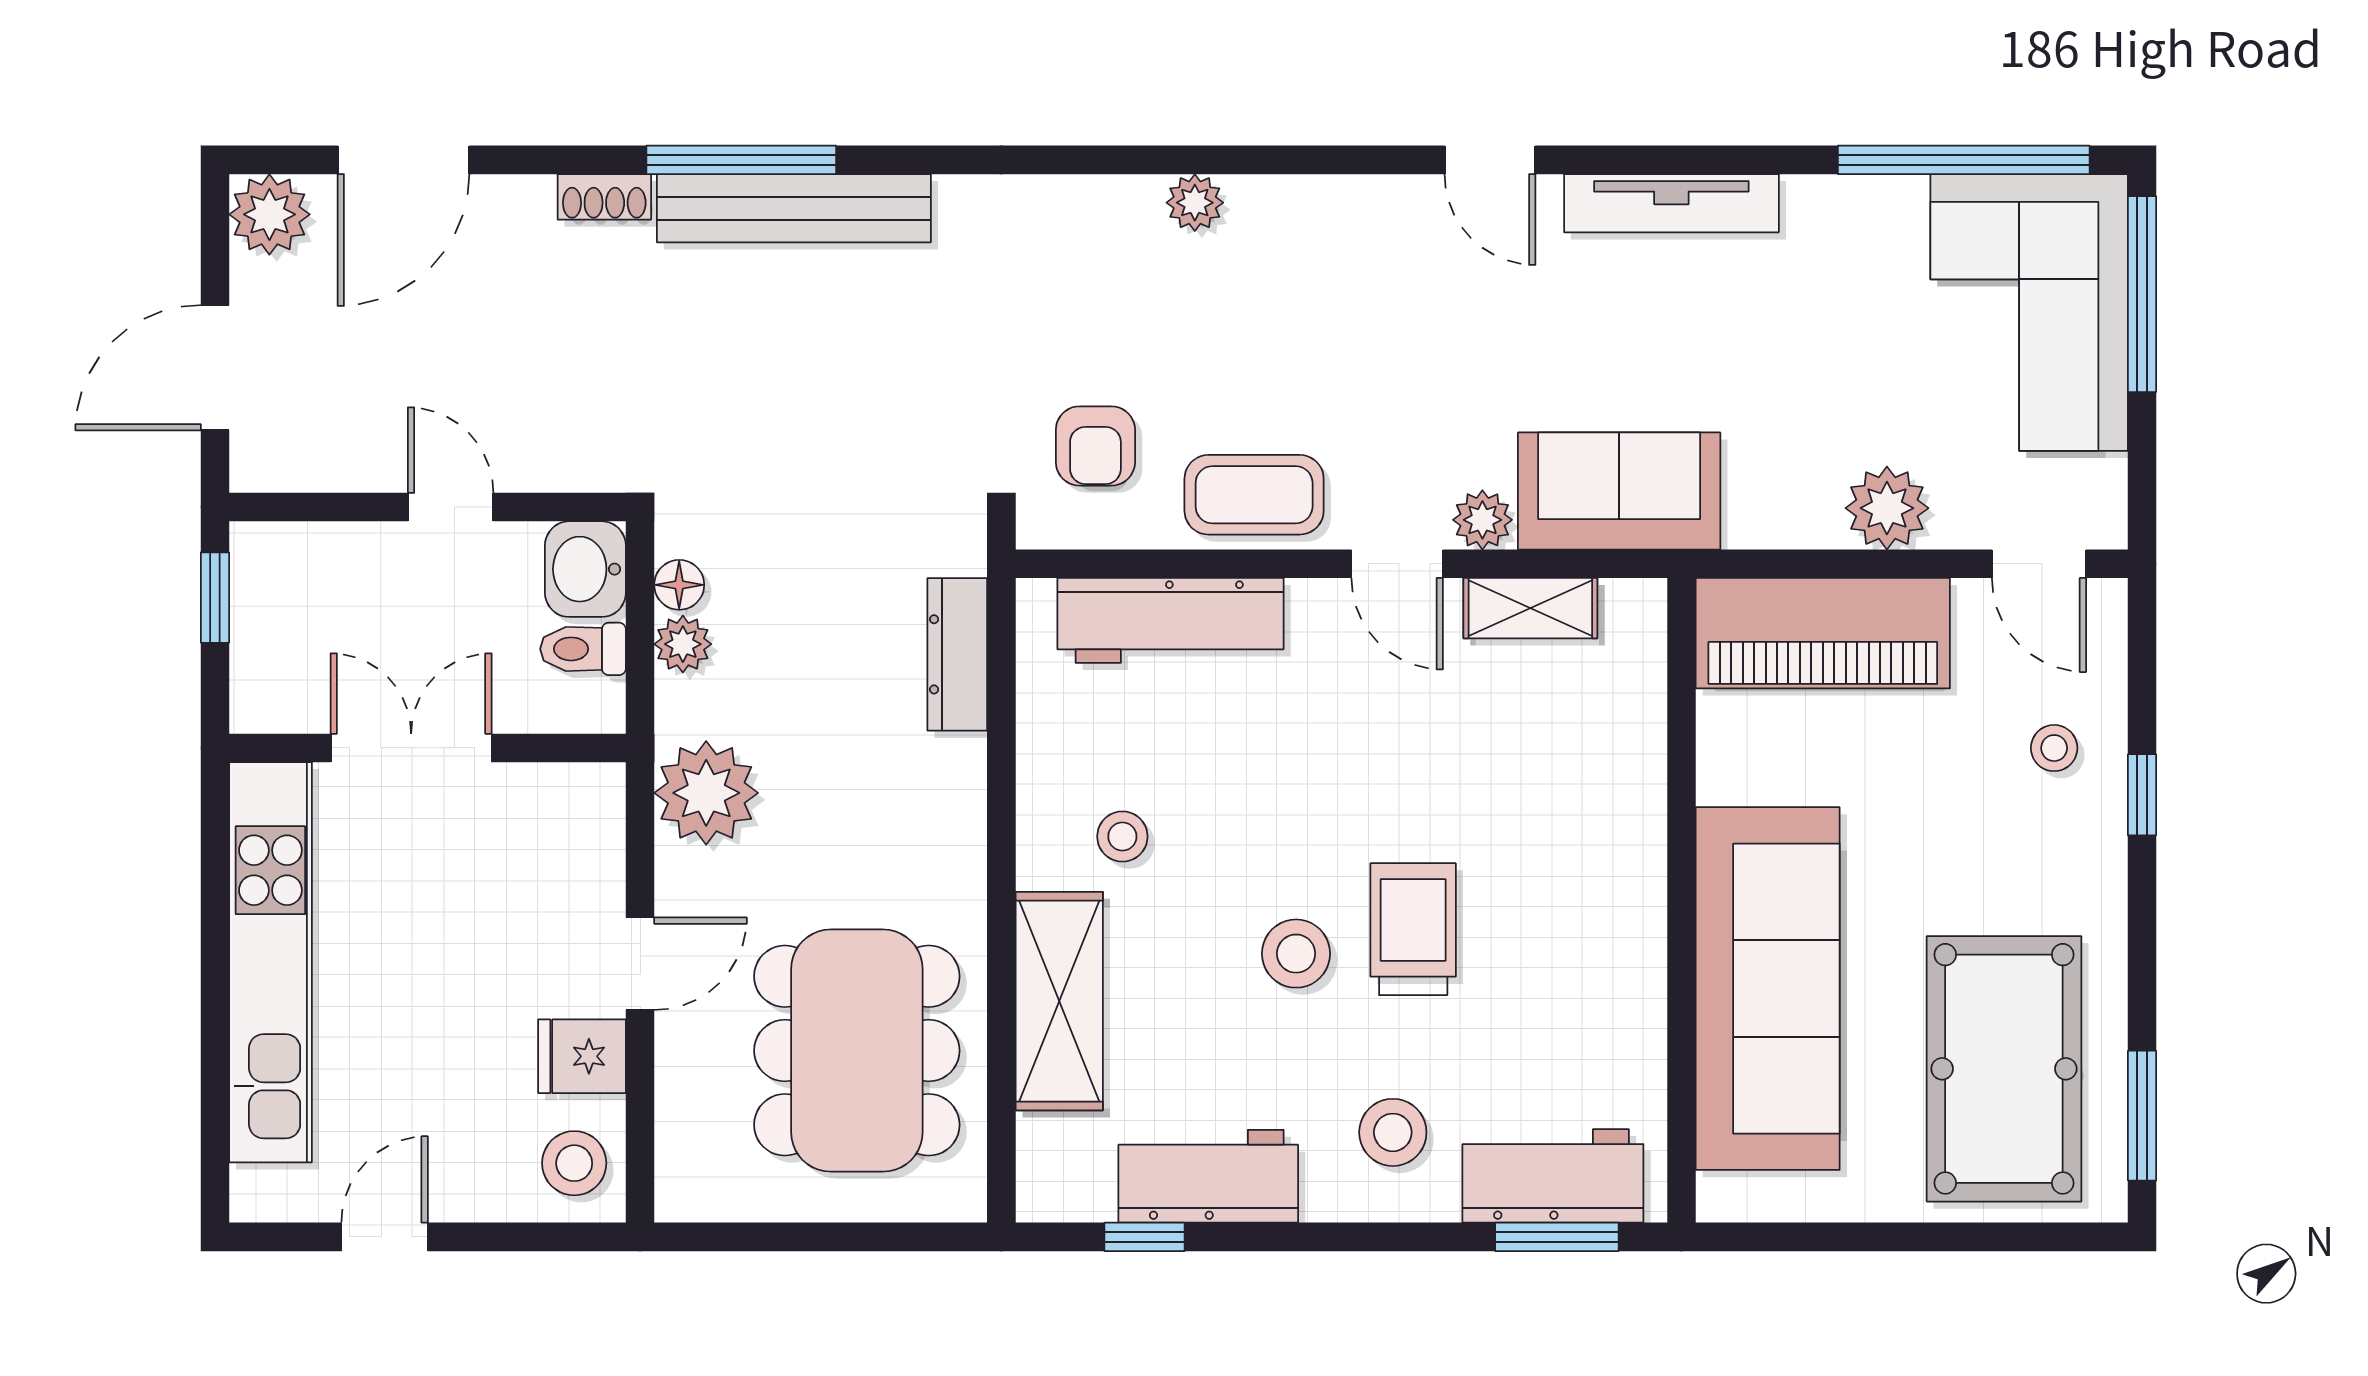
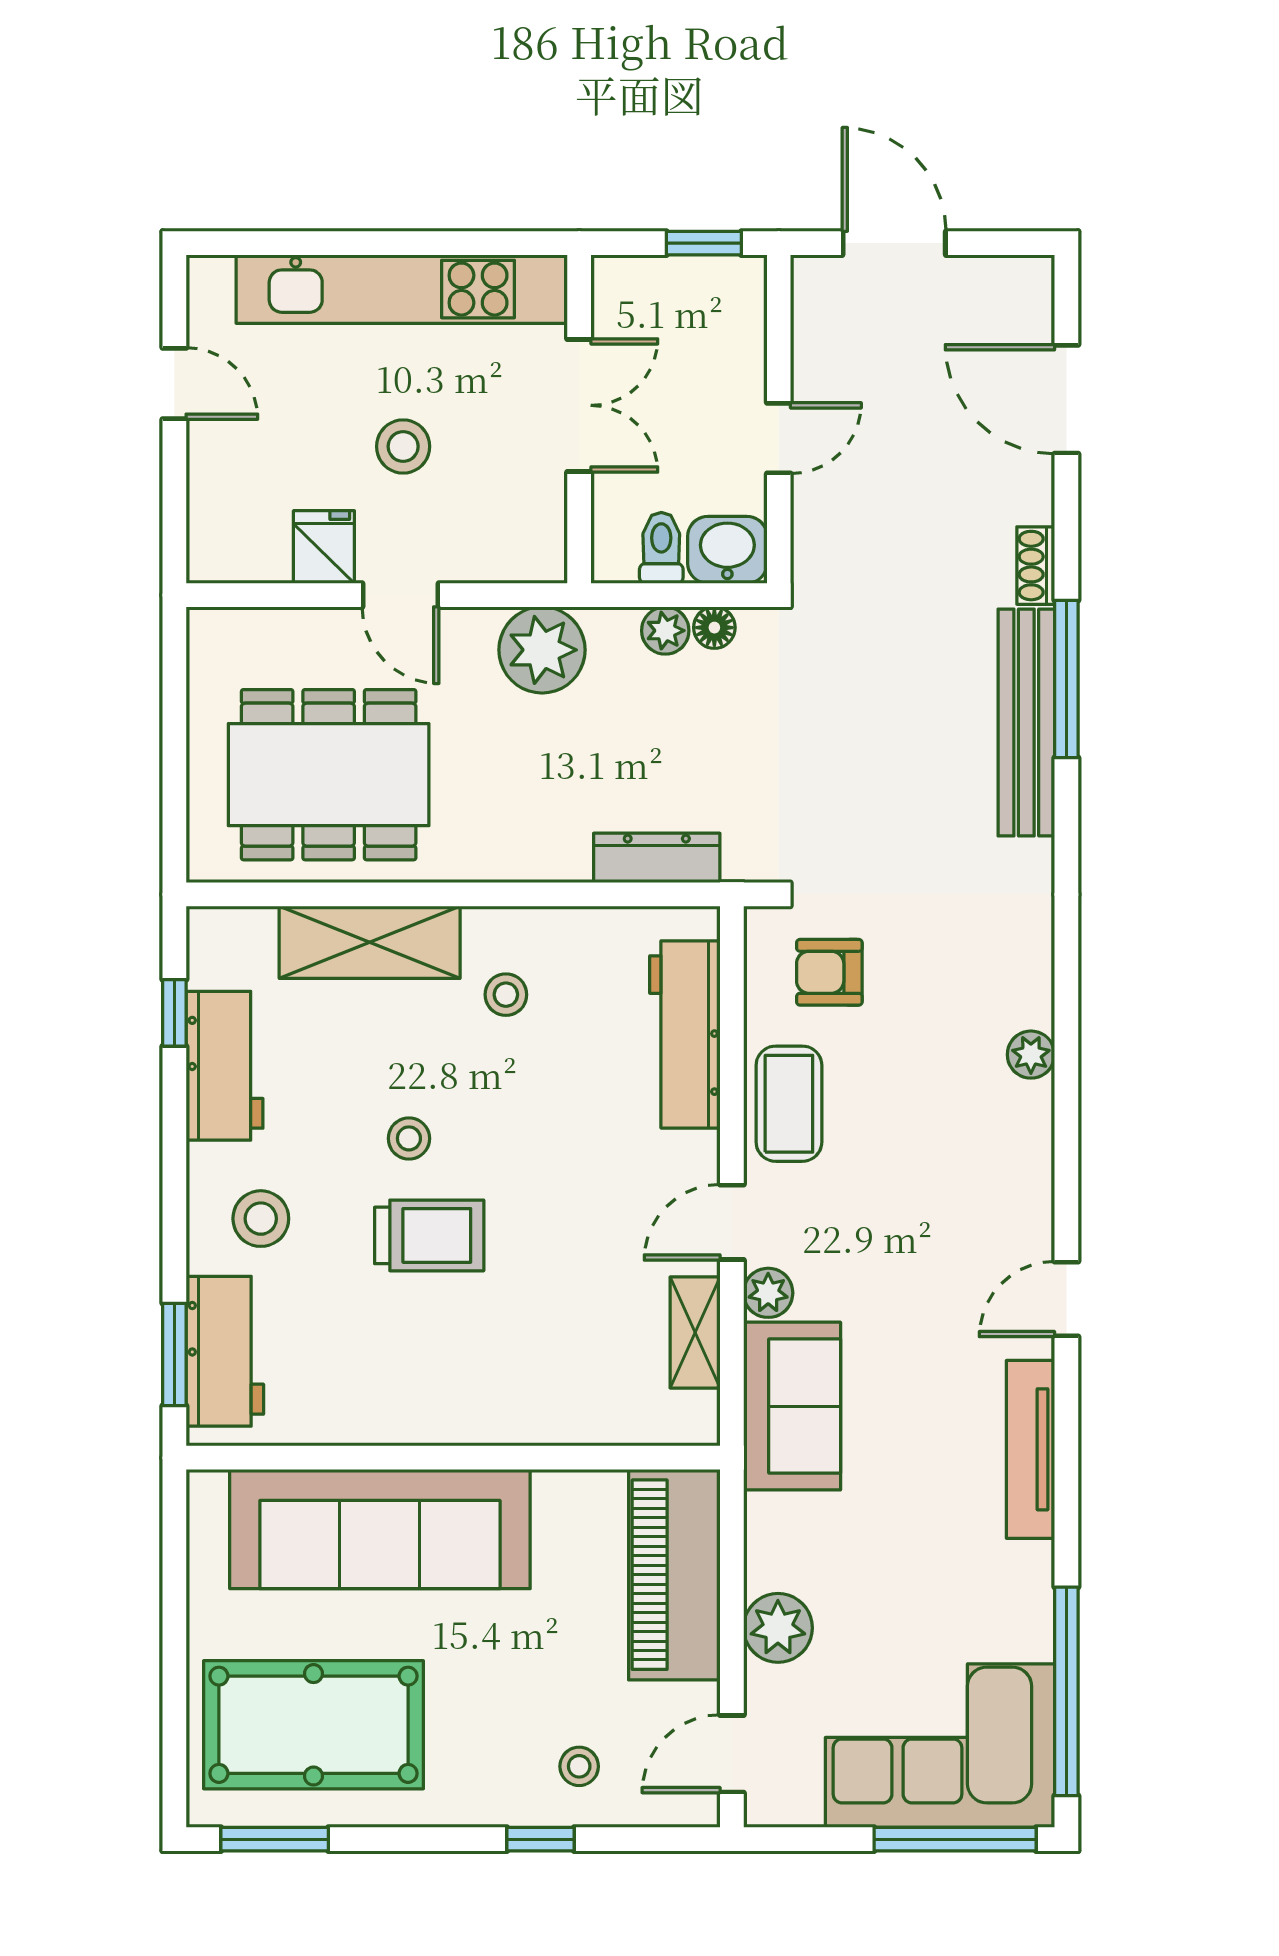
plant: (269, 214) -> (1021, 288), removed
stool: (1296, 954) -> (409, 1138), width x0.73, depth x0.73
stool: (574, 1163) -> (403, 446), moved

